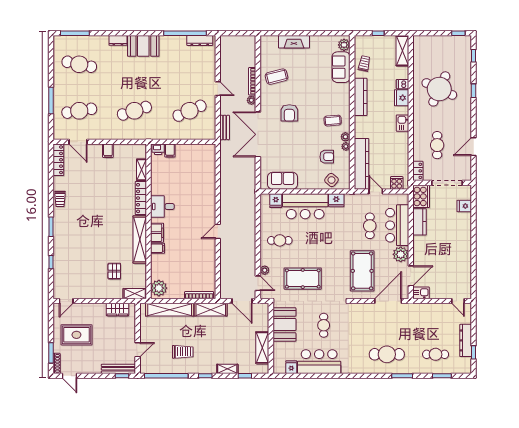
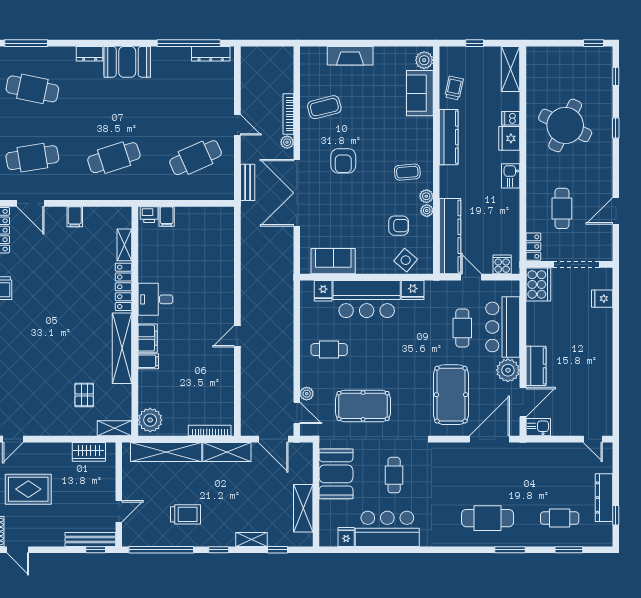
kitchen counter: (420, 222) -> (536, 366), moved

